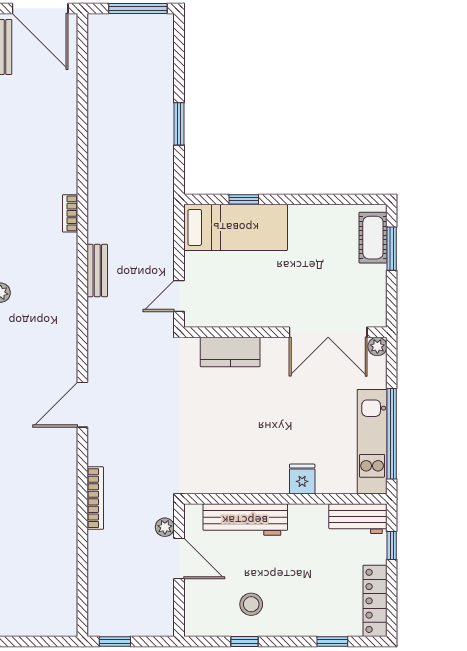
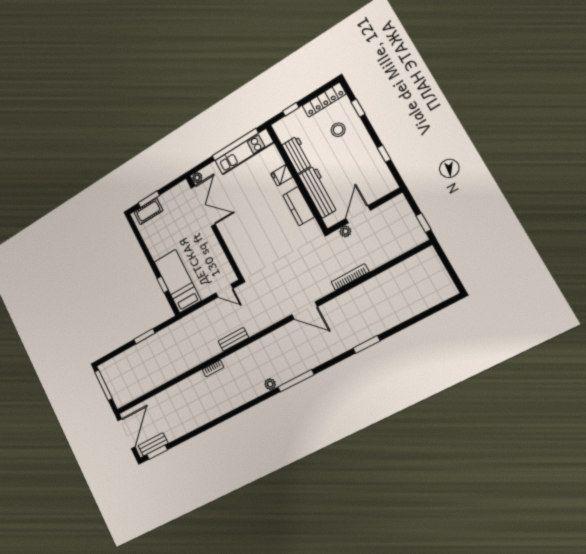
kitchen counter: (230, 352) -> (299, 206), moved, turned 180
workbench: (358, 519) -> (297, 155), moved
stool: (251, 604) -> (338, 130), moved

